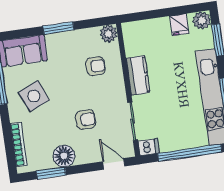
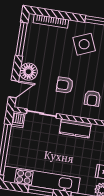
armchair: (85, 120) -> (65, 85), moved, turned 90
floor lamp: (64, 156) -> (28, 72), moved
window: (51, 173) -> (21, 39), width x1.44

